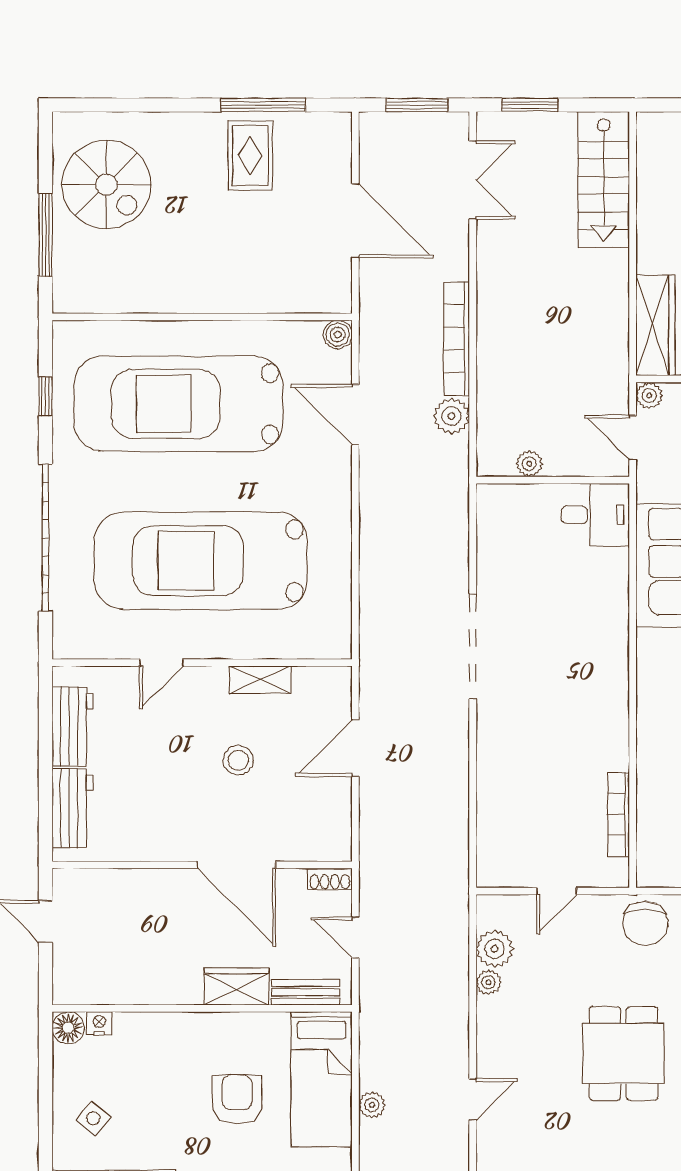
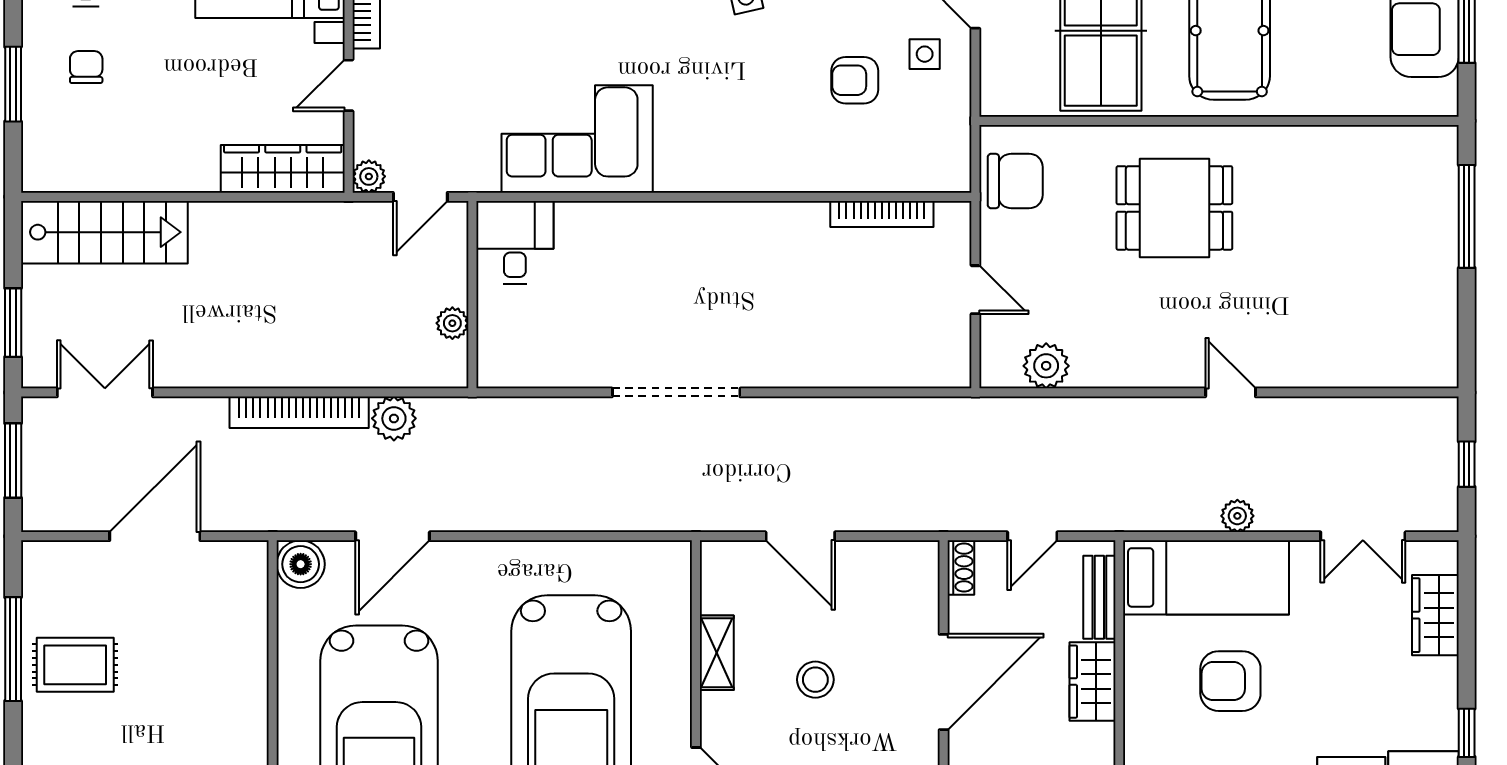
boiler: (338, 335) -> (301, 564), width x1.36, depth x1.36
plant: (488, 982) -> (1087, 373), removed

